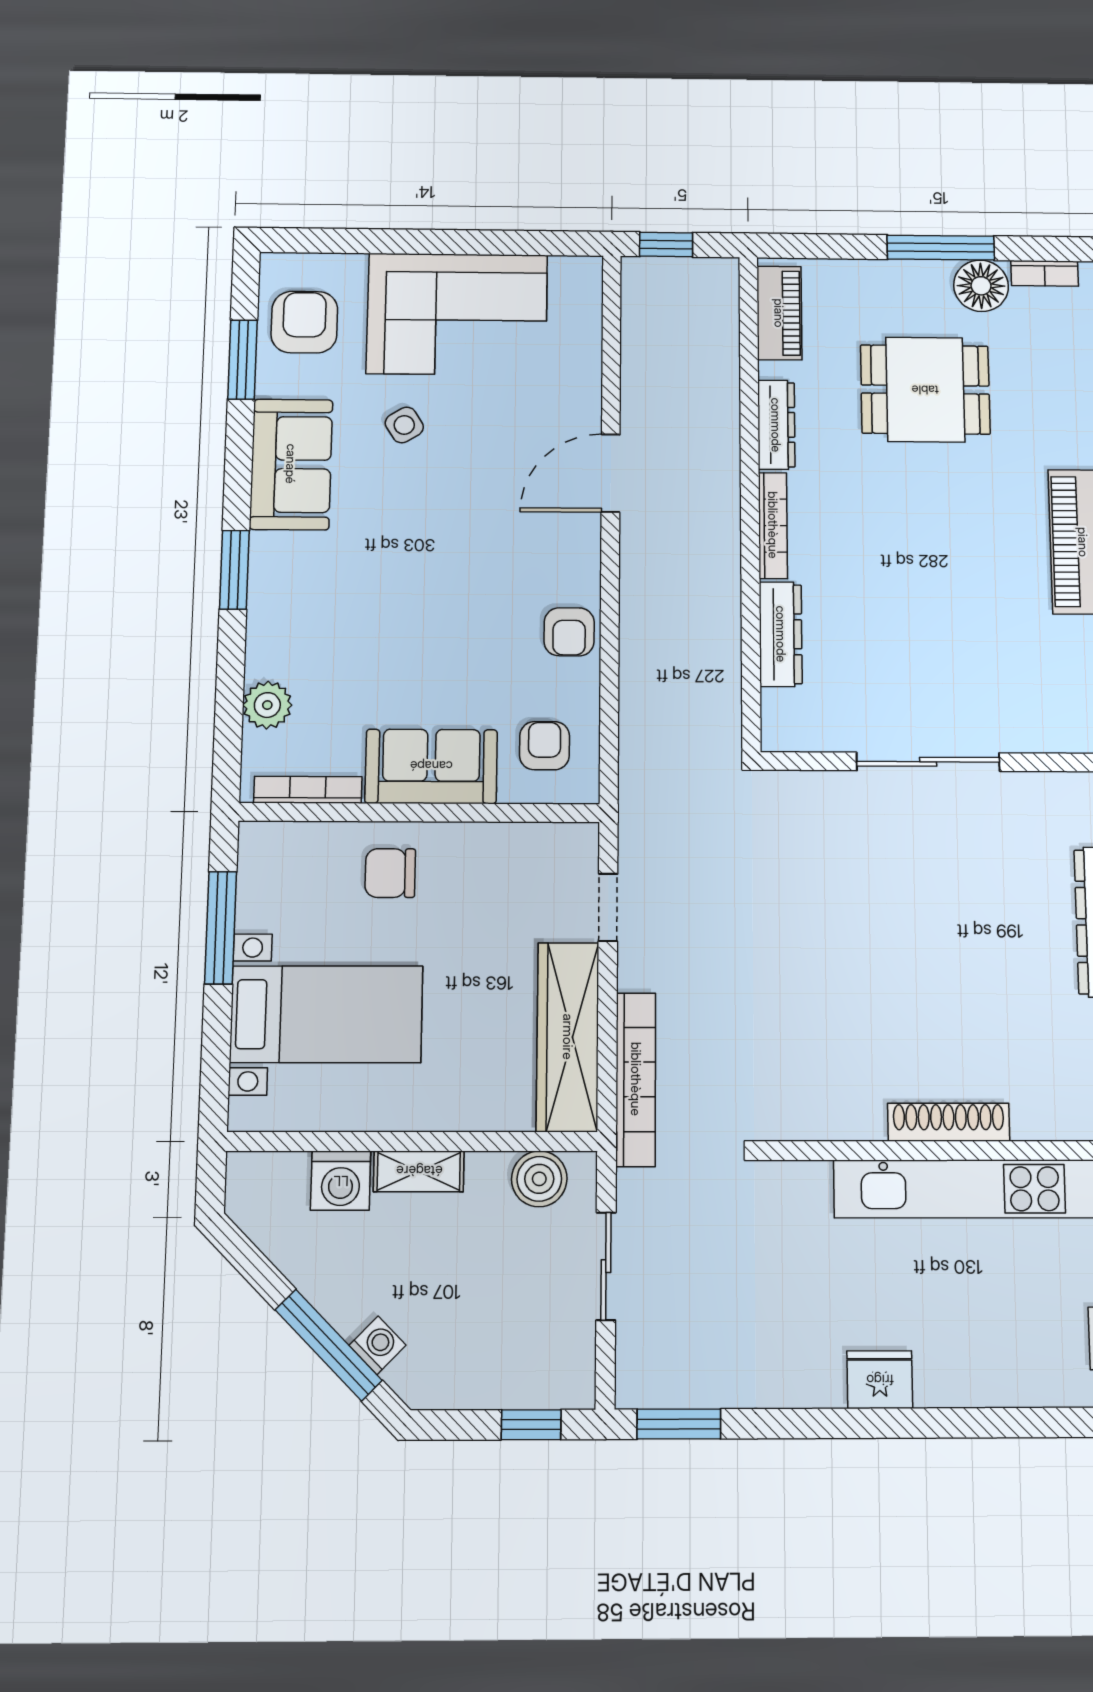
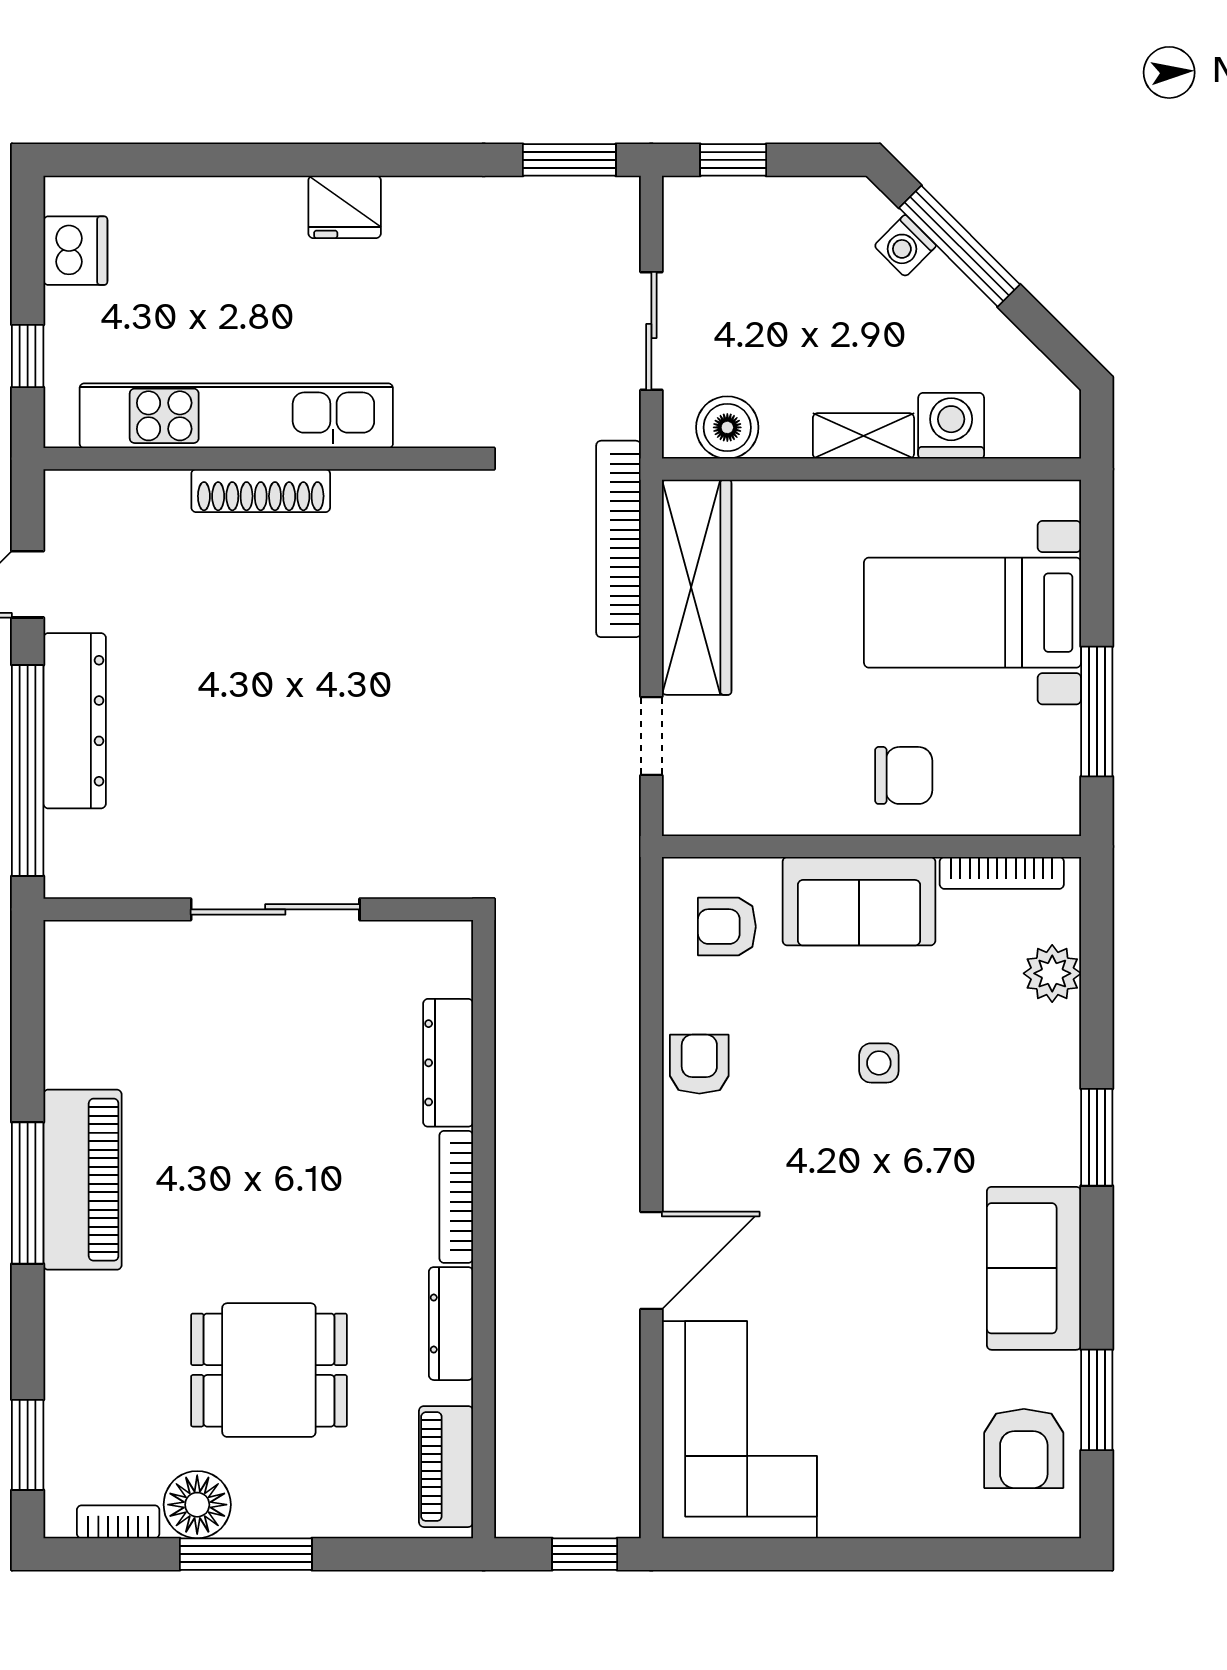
corner sofa: (457, 314) -> (739, 1430), moved, turned 90
side table: (404, 425) -> (879, 1063), moved, turned 32
armchair: (544, 746) -> (727, 927), turned 90

